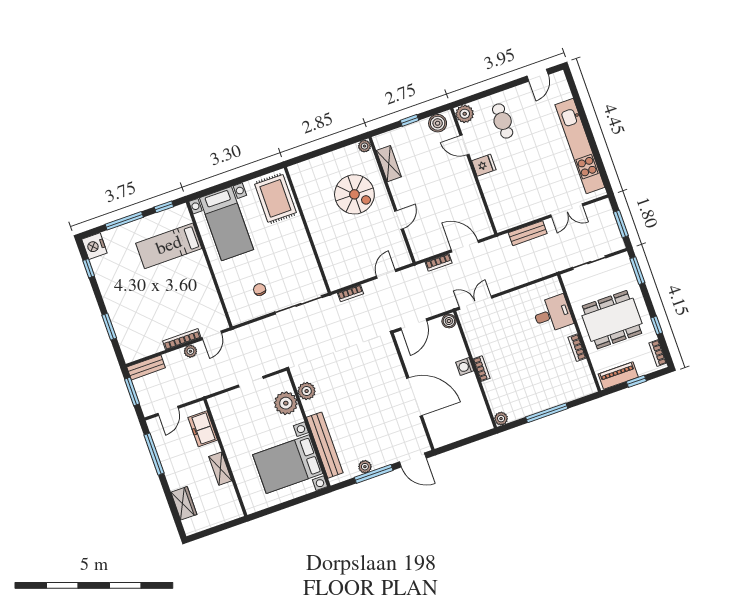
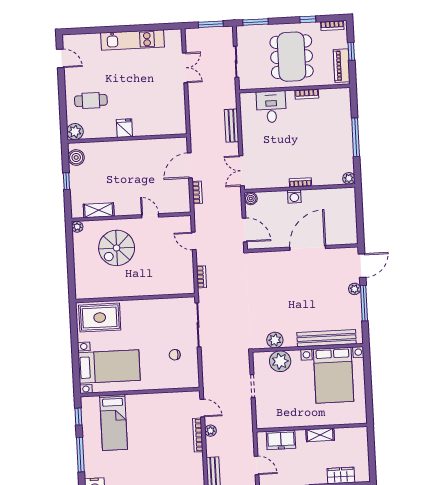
door: (464, 145) -> (102, 140), removed
kitchen unit: (580, 146) -> (133, 40), width x0.73
spiral stairs: (354, 194) -> (117, 248), turned 180
bench: (528, 233) -> (232, 126), moved
plant: (365, 467) -> (355, 289), moved

